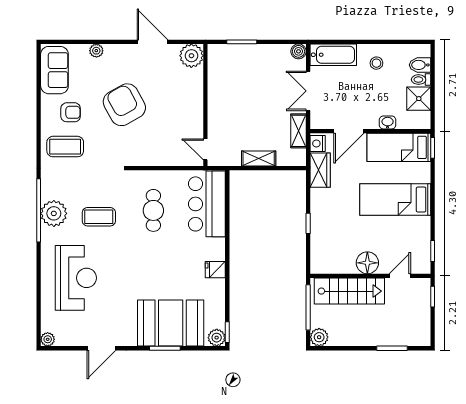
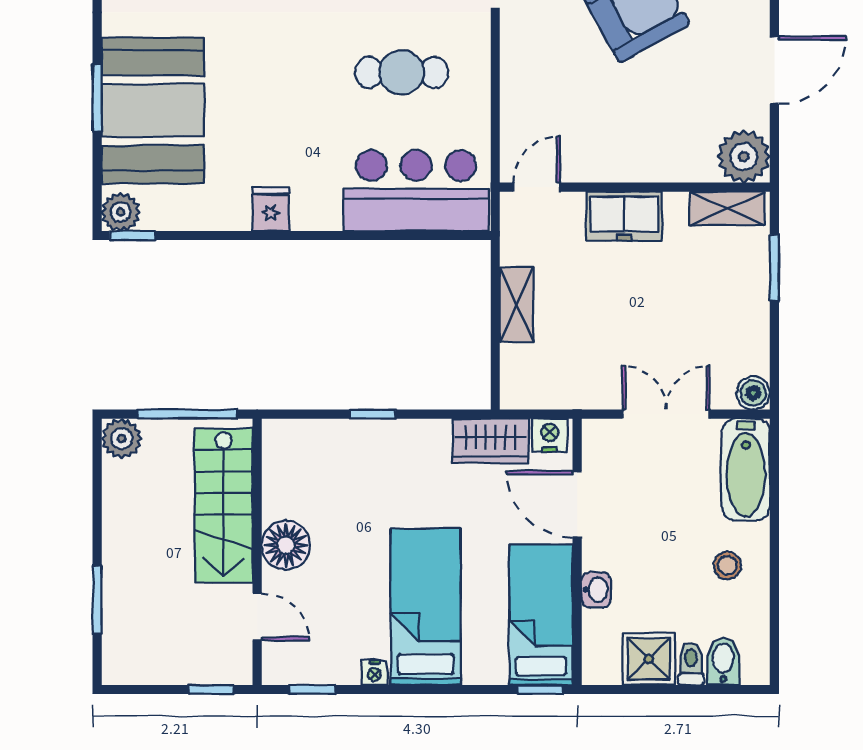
freezer: (218, 110) -> (624, 216), added
shelving: (298, 131) -> (727, 208), moved
nightstand: (425, 223) -> (374, 673), added

